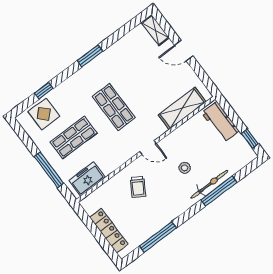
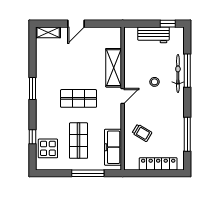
shelving: (182, 108) -> (114, 68), moved
workbench: (220, 122) -> (153, 35), moved
freezer: (87, 179) -> (113, 147), width x1.40
trolley: (138, 187) -> (142, 133), moved

